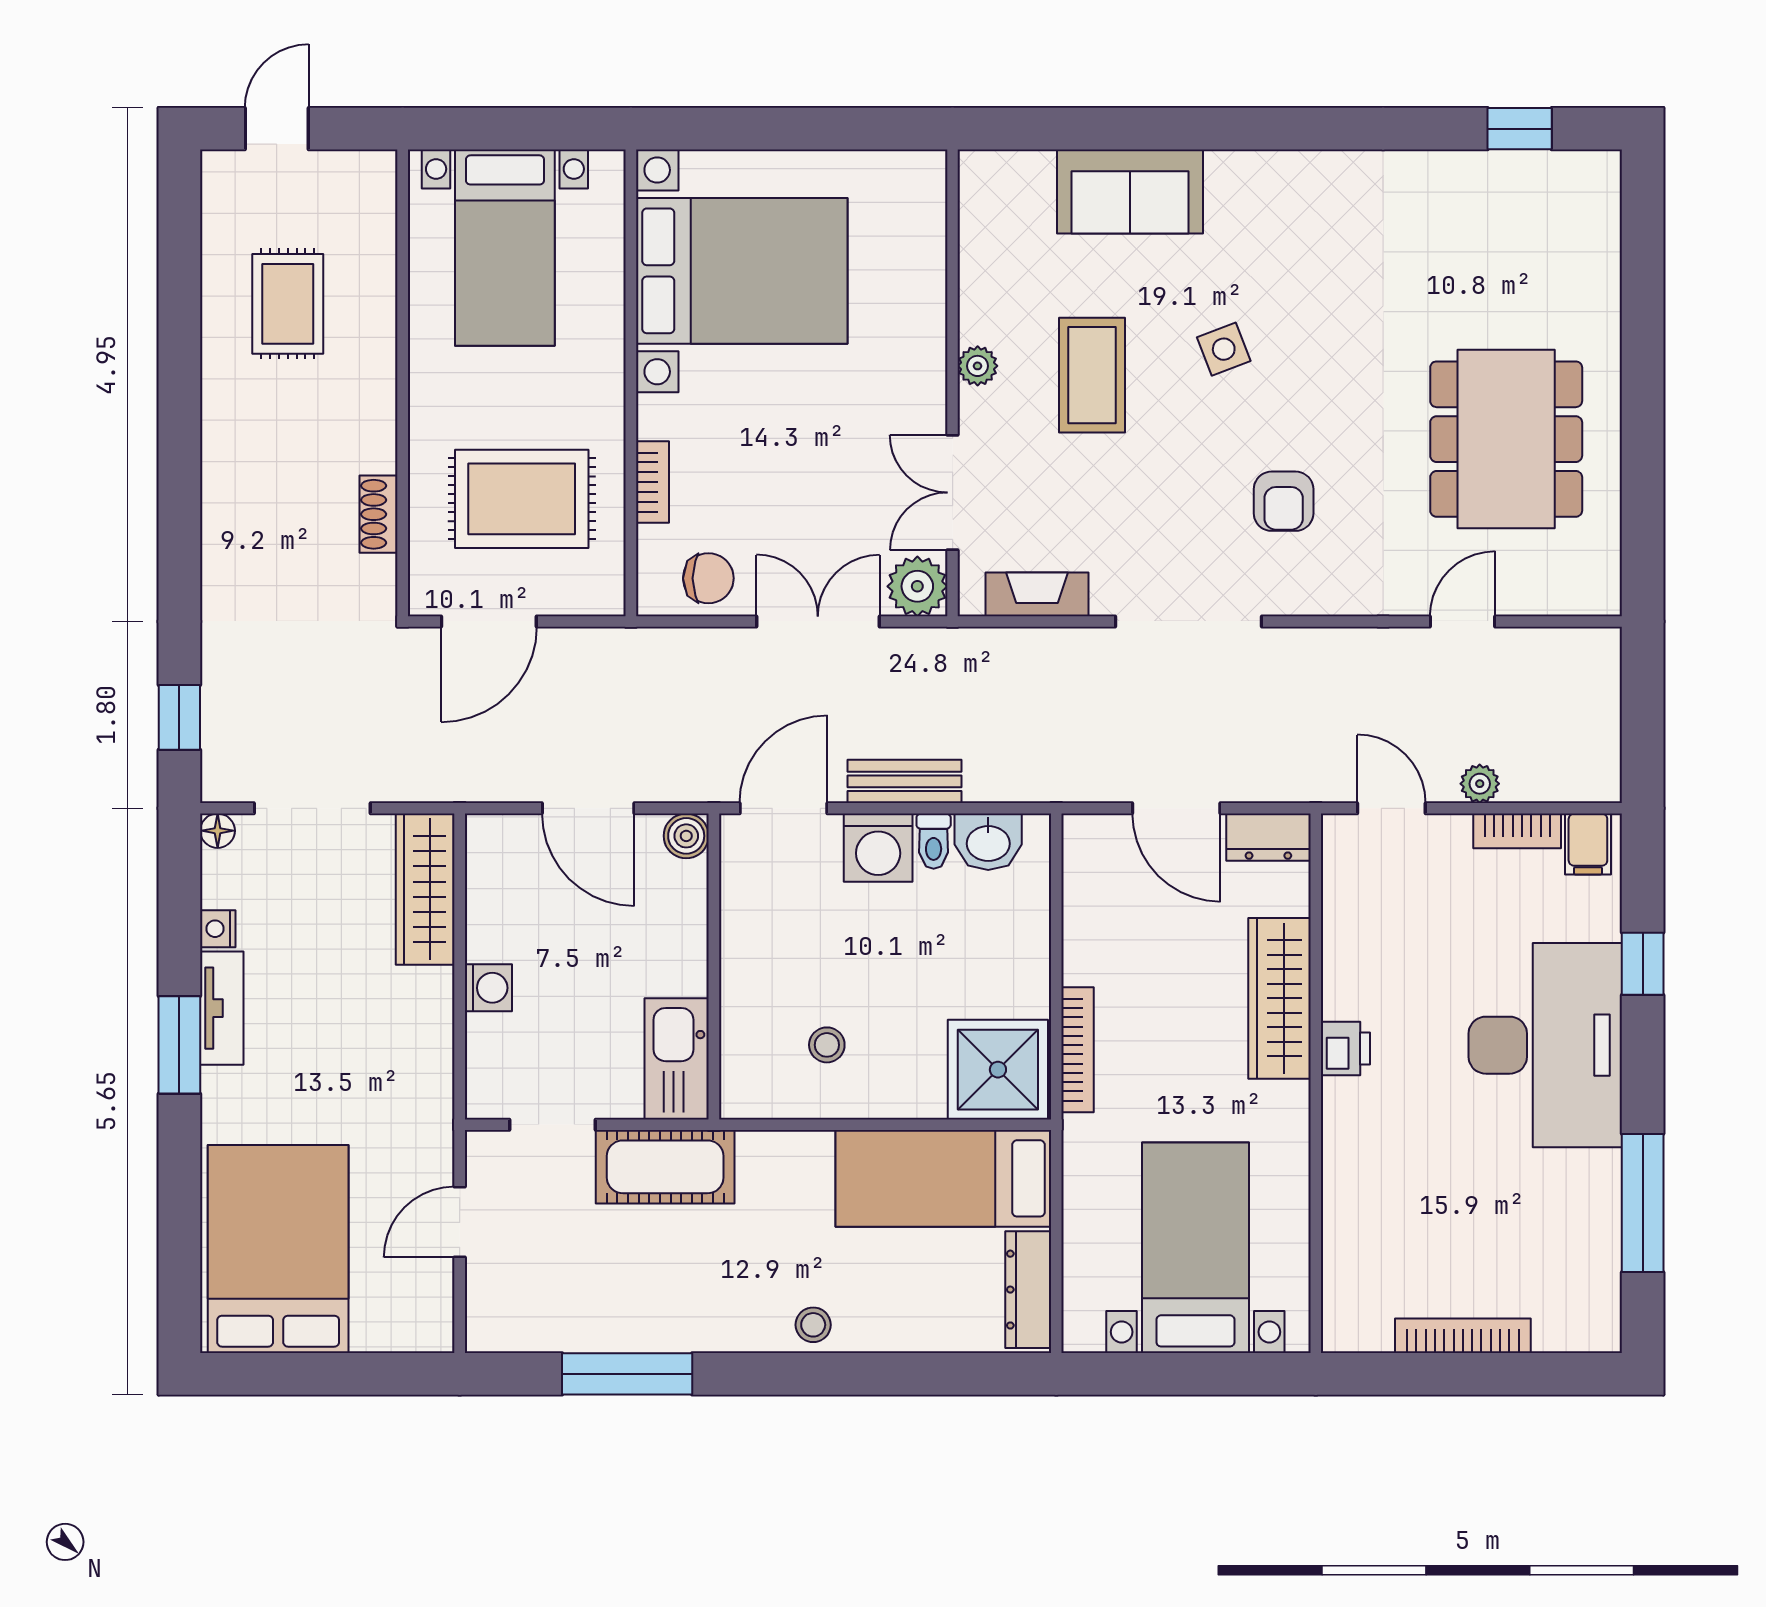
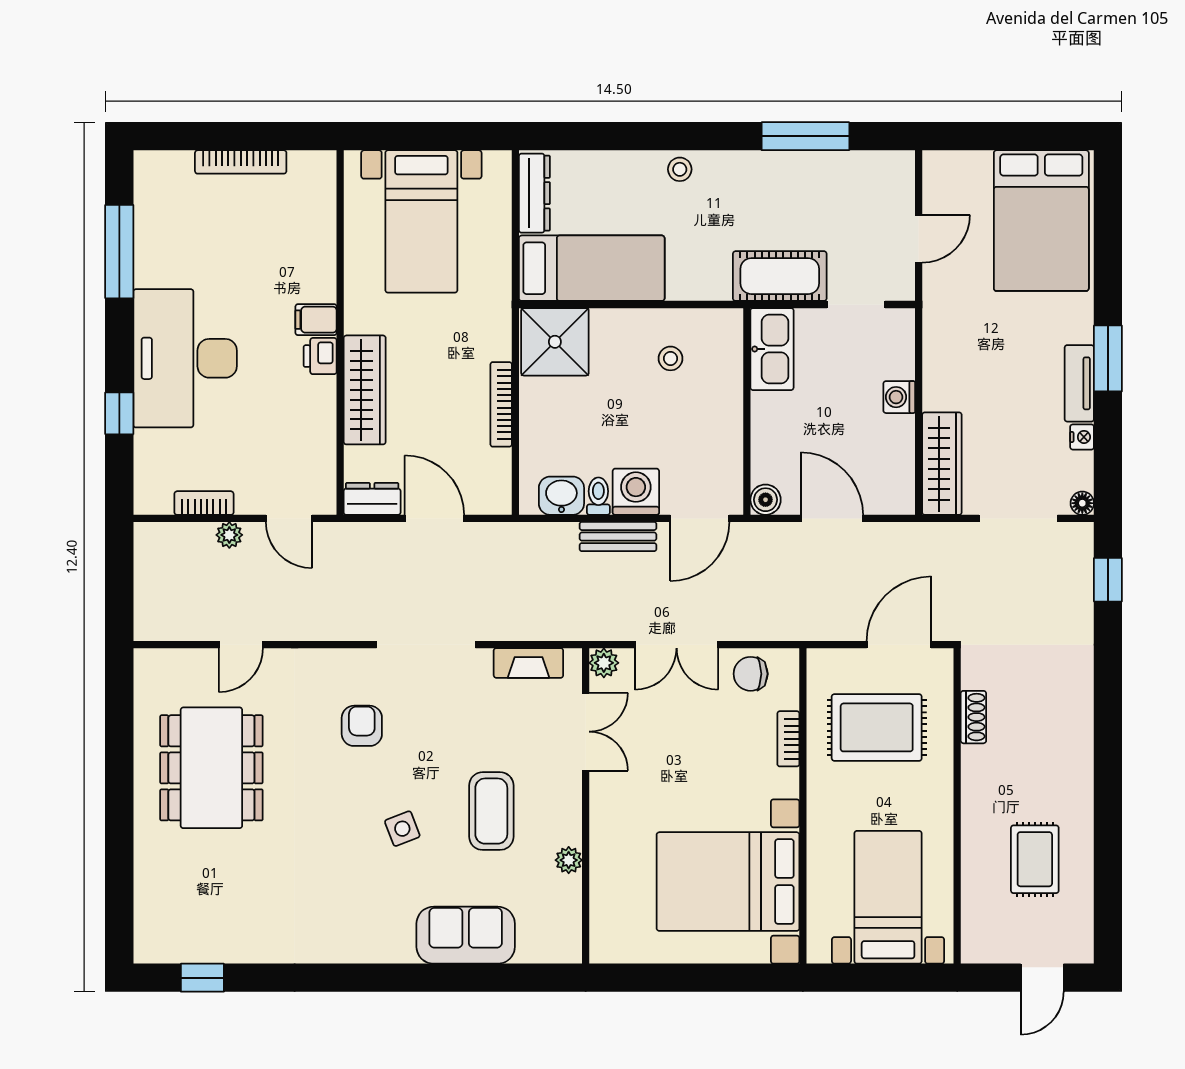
plant: (978, 366) -> (569, 860), moved
plant: (917, 586) -> (604, 663), width x0.73, depth x0.73
filing cabinet: (1588, 844) -> (316, 320), moved, turned -90
bookcase: (1078, 1050) -> (501, 404), moved

